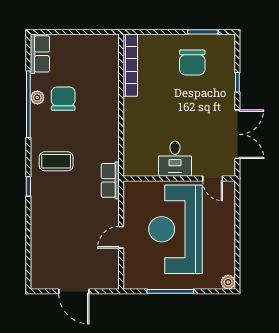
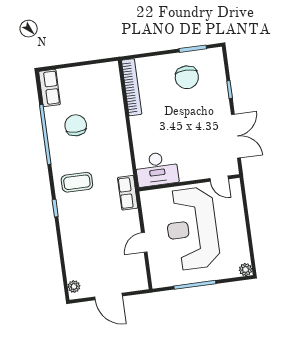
plant: (37, 98) -> (74, 287), moved
desk: (175, 159) -> (157, 169), moved, width x1.37

